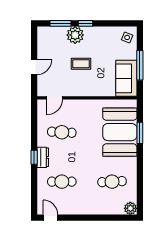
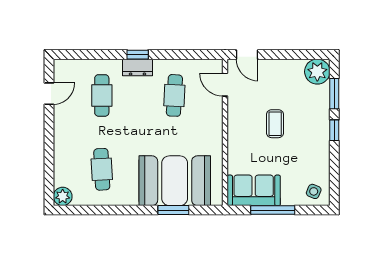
plant: (75, 35) -> (317, 72), moved
door: (34, 67) -> (247, 55), moved
door: (50, 218) -> (49, 94), moved

